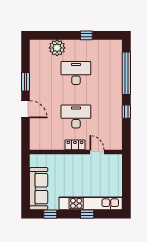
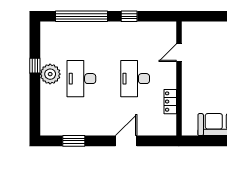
plant: (57, 48) -> (50, 74), moved
window: (25, 82) -> (74, 141), moved
locker: (75, 145) -> (170, 102), moved

